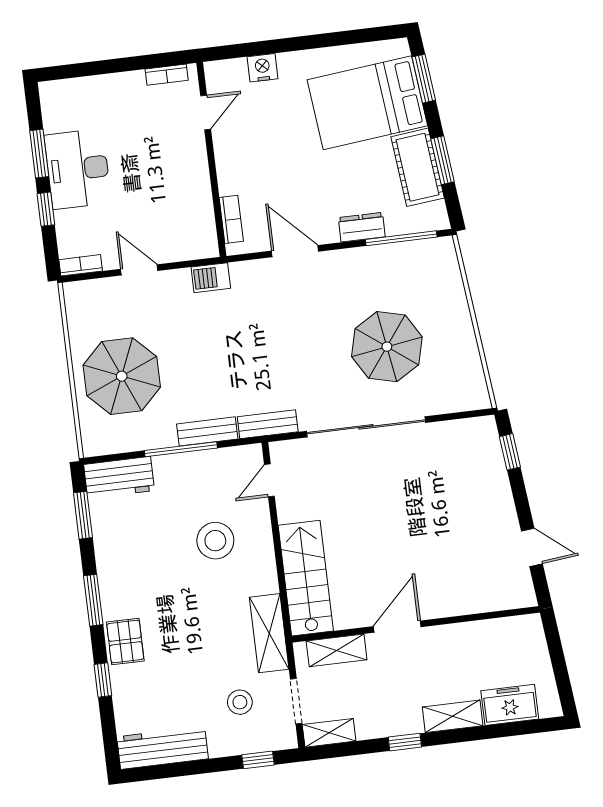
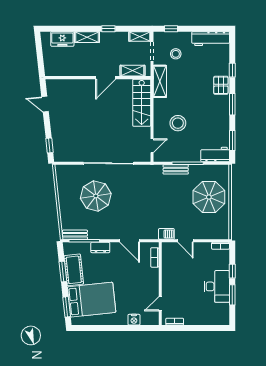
door: (139, 270) -> (185, 241), moved
bench: (268, 424) -> (75, 235), moved

